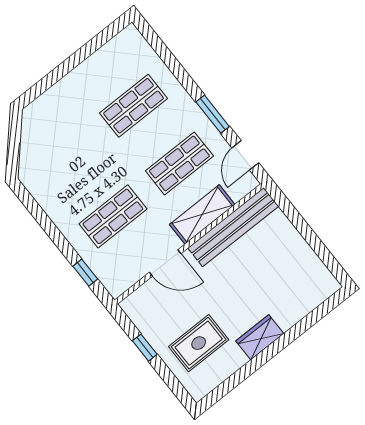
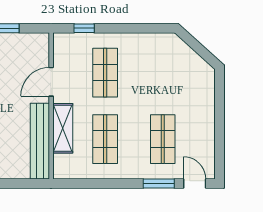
window: (213, 114) -> (159, 183), moved
door: (245, 155) -> (195, 183), moved

